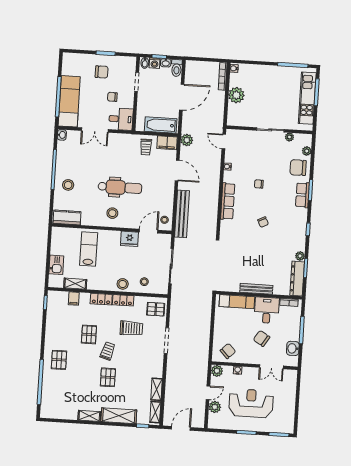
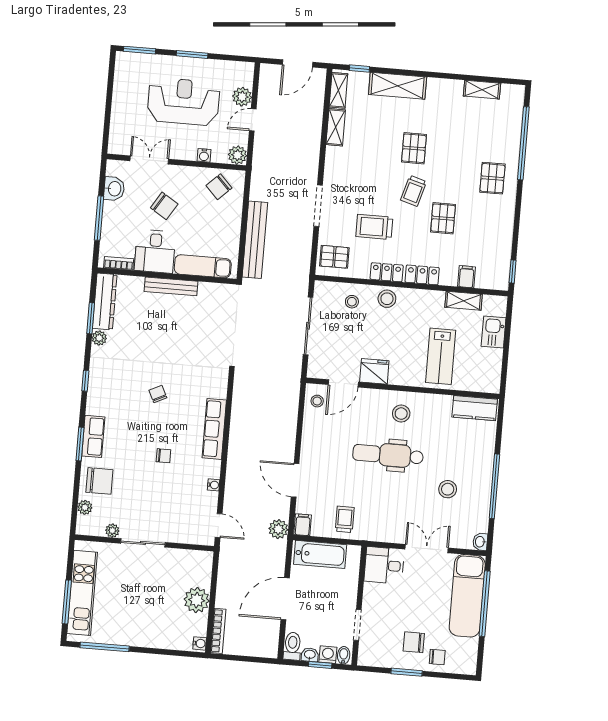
chair: (112, 97) -> (437, 657), moved
filing cabinet: (167, 143) -> (303, 525), width x0.50
stool: (68, 185) -> (448, 489), moved
bench: (182, 214) -> (255, 240), moved
reception desk: (251, 403) -> (184, 102), turned 180
shelving: (89, 416) -> (482, 90), moved

